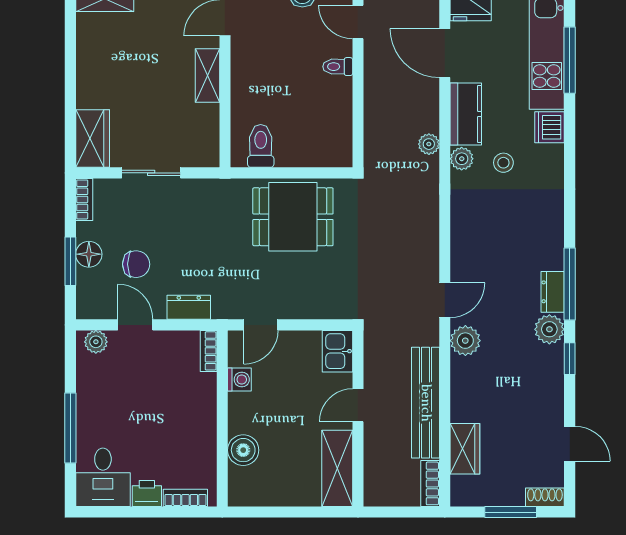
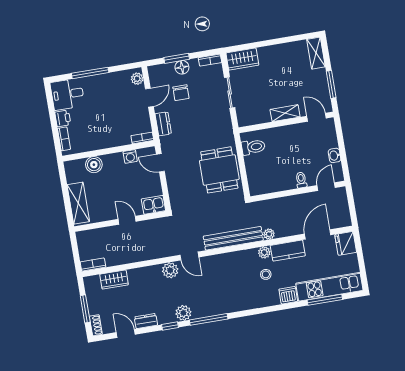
dresser: (553, 292) -> (146, 321), moved
bench: (426, 403) -> (233, 238), moved
door: (570, 444) -> (126, 333), swing flipped
shelving: (337, 468) -> (78, 203), moved, turned 90

